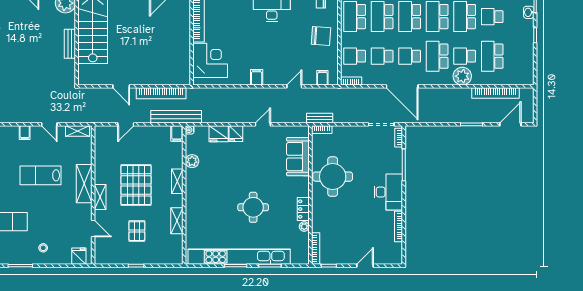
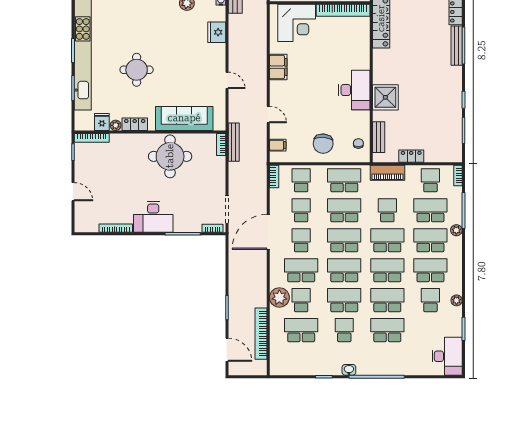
filing cabinet: (257, 77) -> (278, 67), width x2.00
bench: (320, 118) -> (234, 142), width x1.36
fridge: (236, 134) -> (102, 122), moved, turned 90
sofa: (298, 157) -> (184, 118), width x1.36

